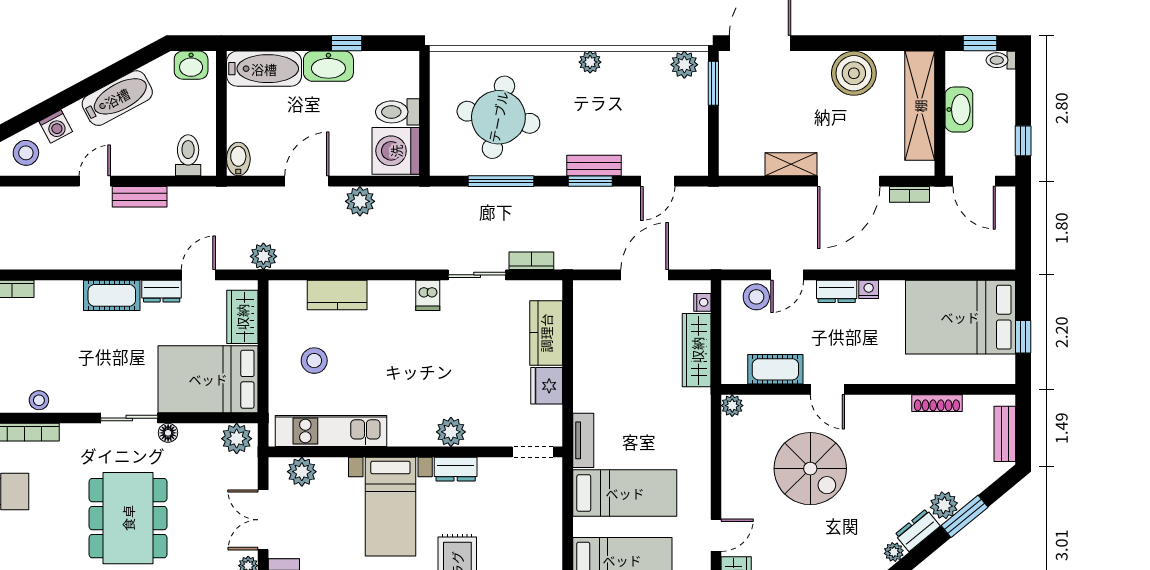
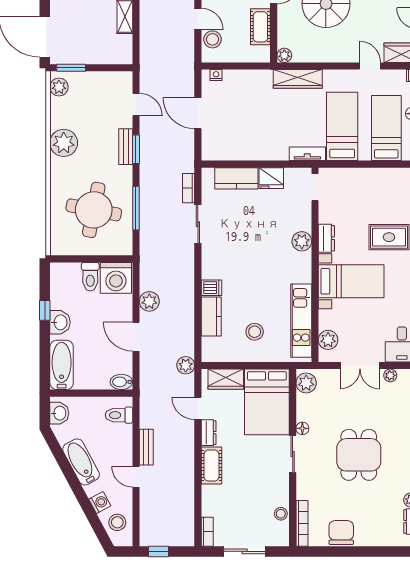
plant: (590, 62) -> (64, 143), width x1.87, depth x1.87
washbasin: (328, 66) -> (60, 322), width x0.72
dishwasher: (428, 295) -> (211, 288), moved
wardrobe: (697, 350) -> (298, 79), moved
dining table: (128, 518) -> (359, 455), width x0.73

